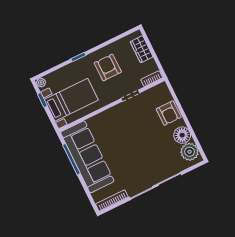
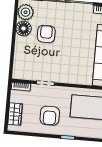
armchair: (169, 113) -> (46, 34), moved

